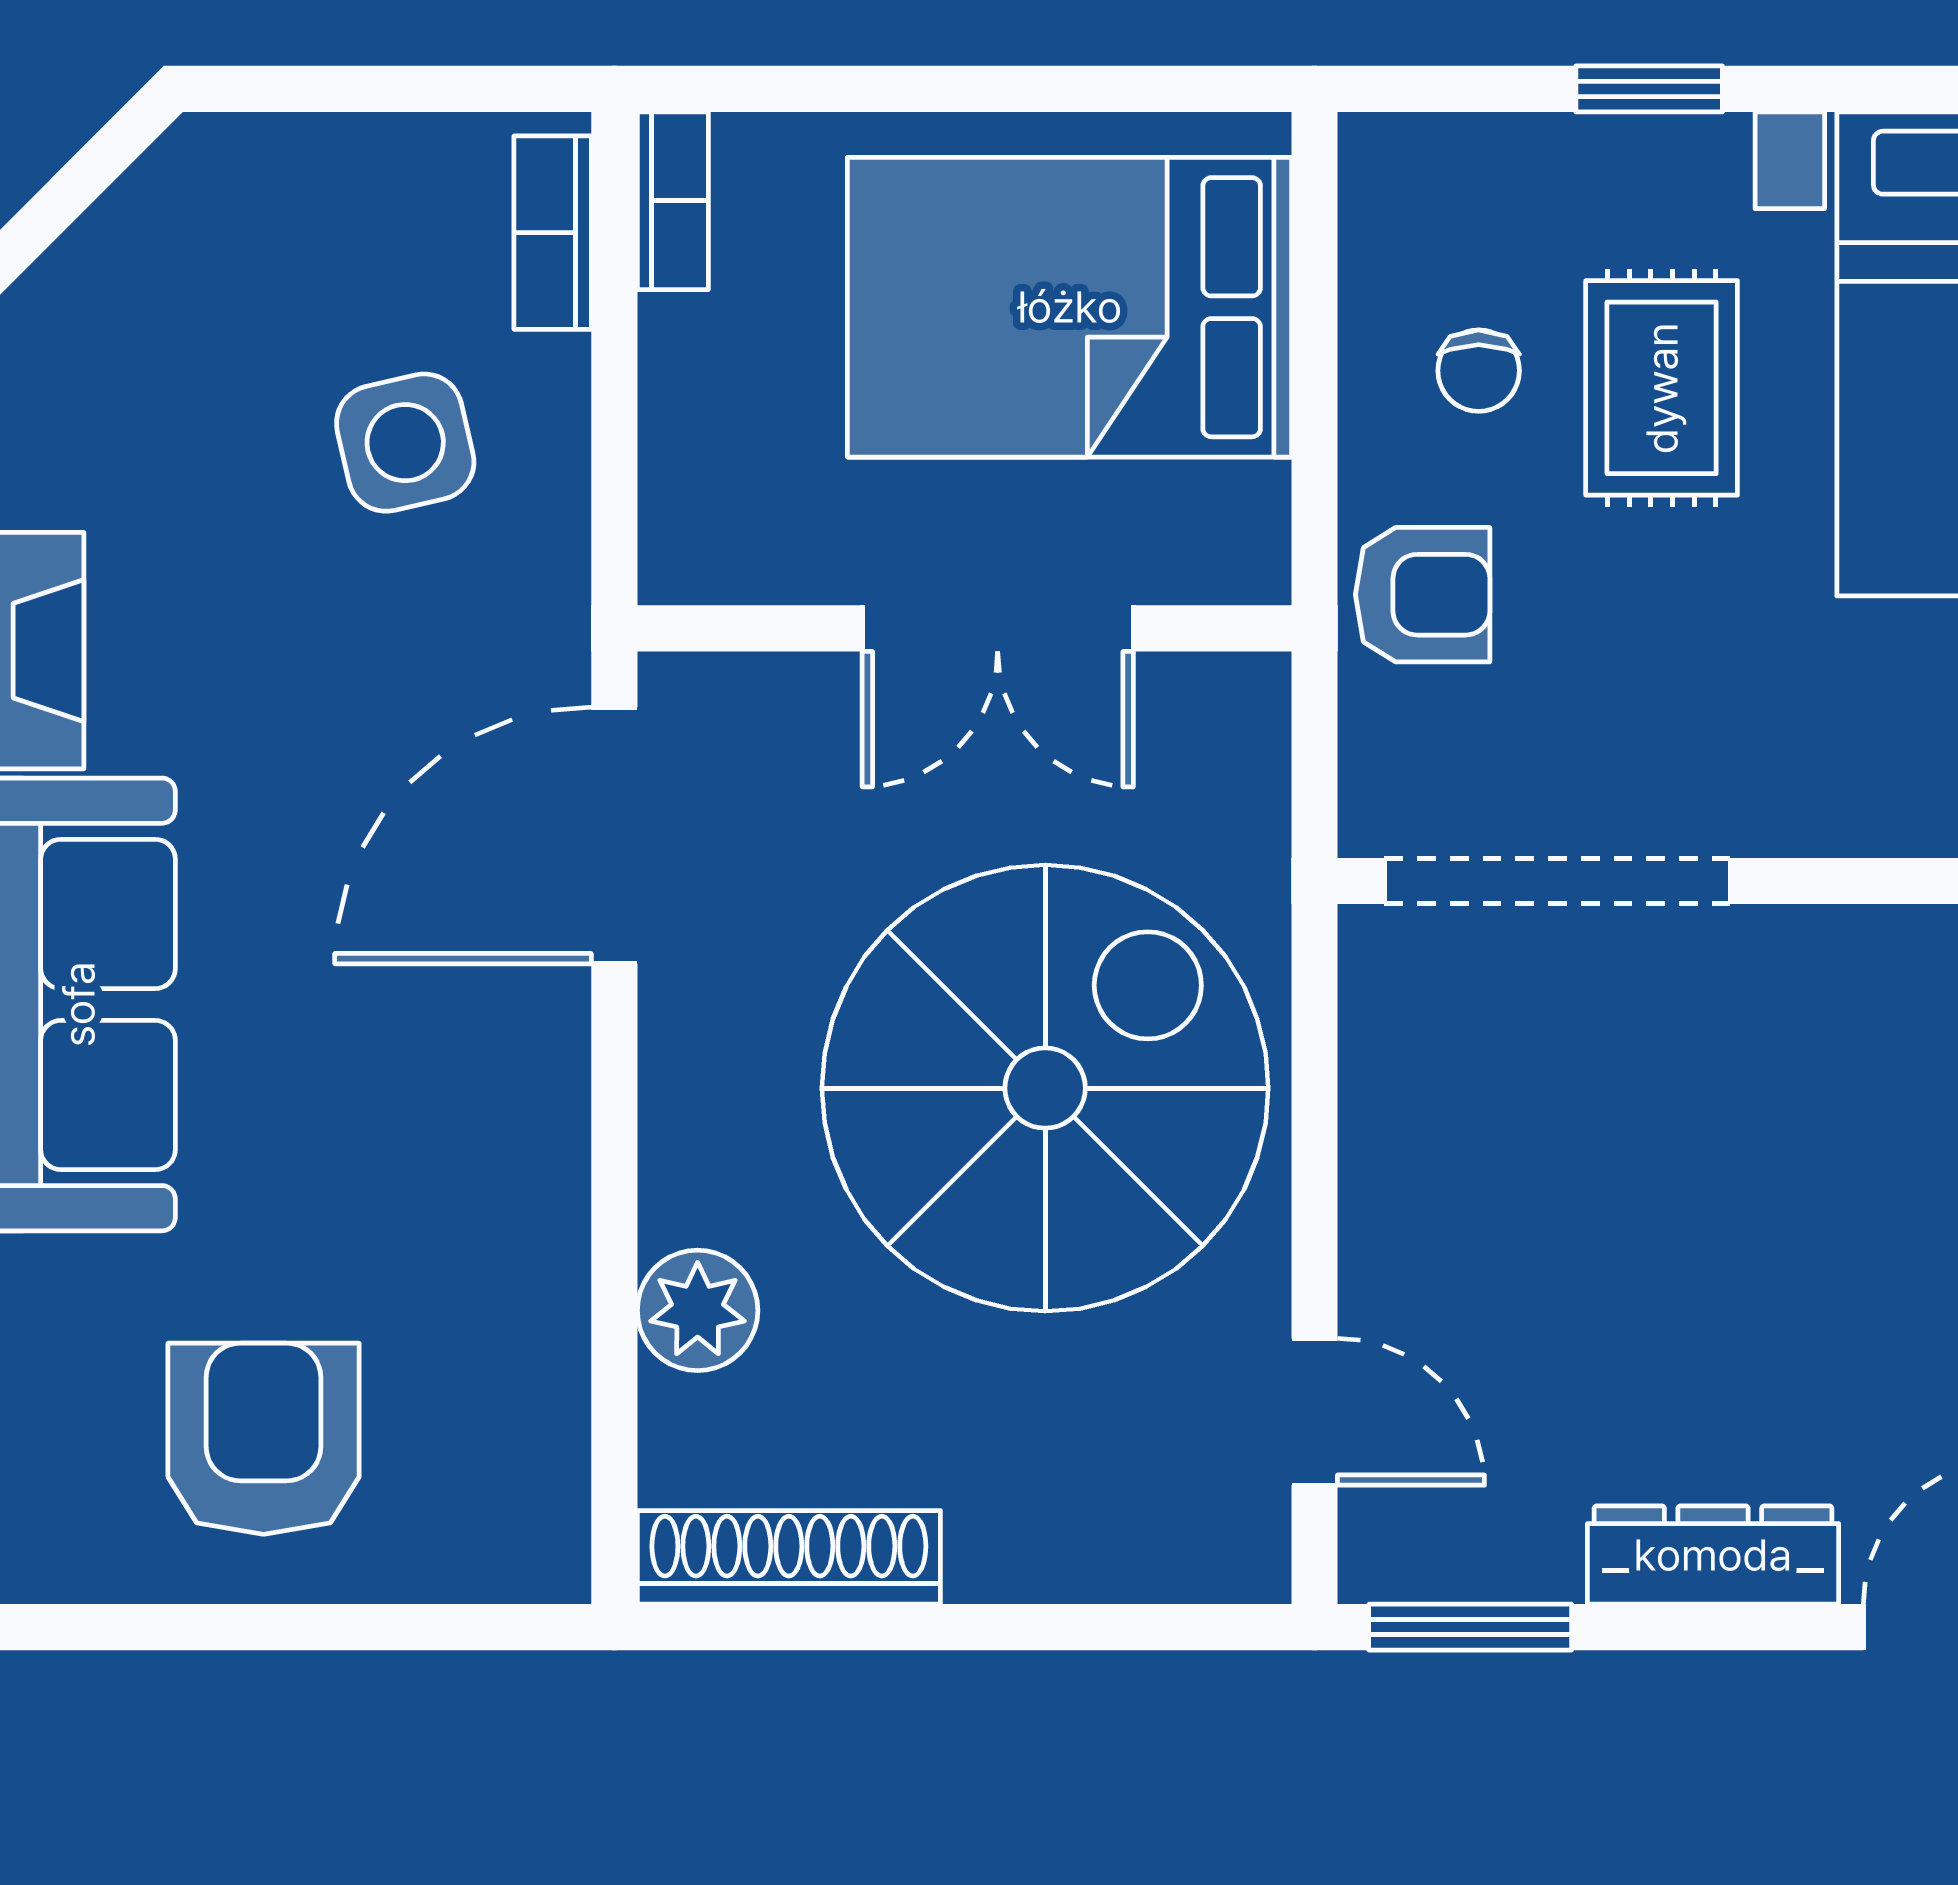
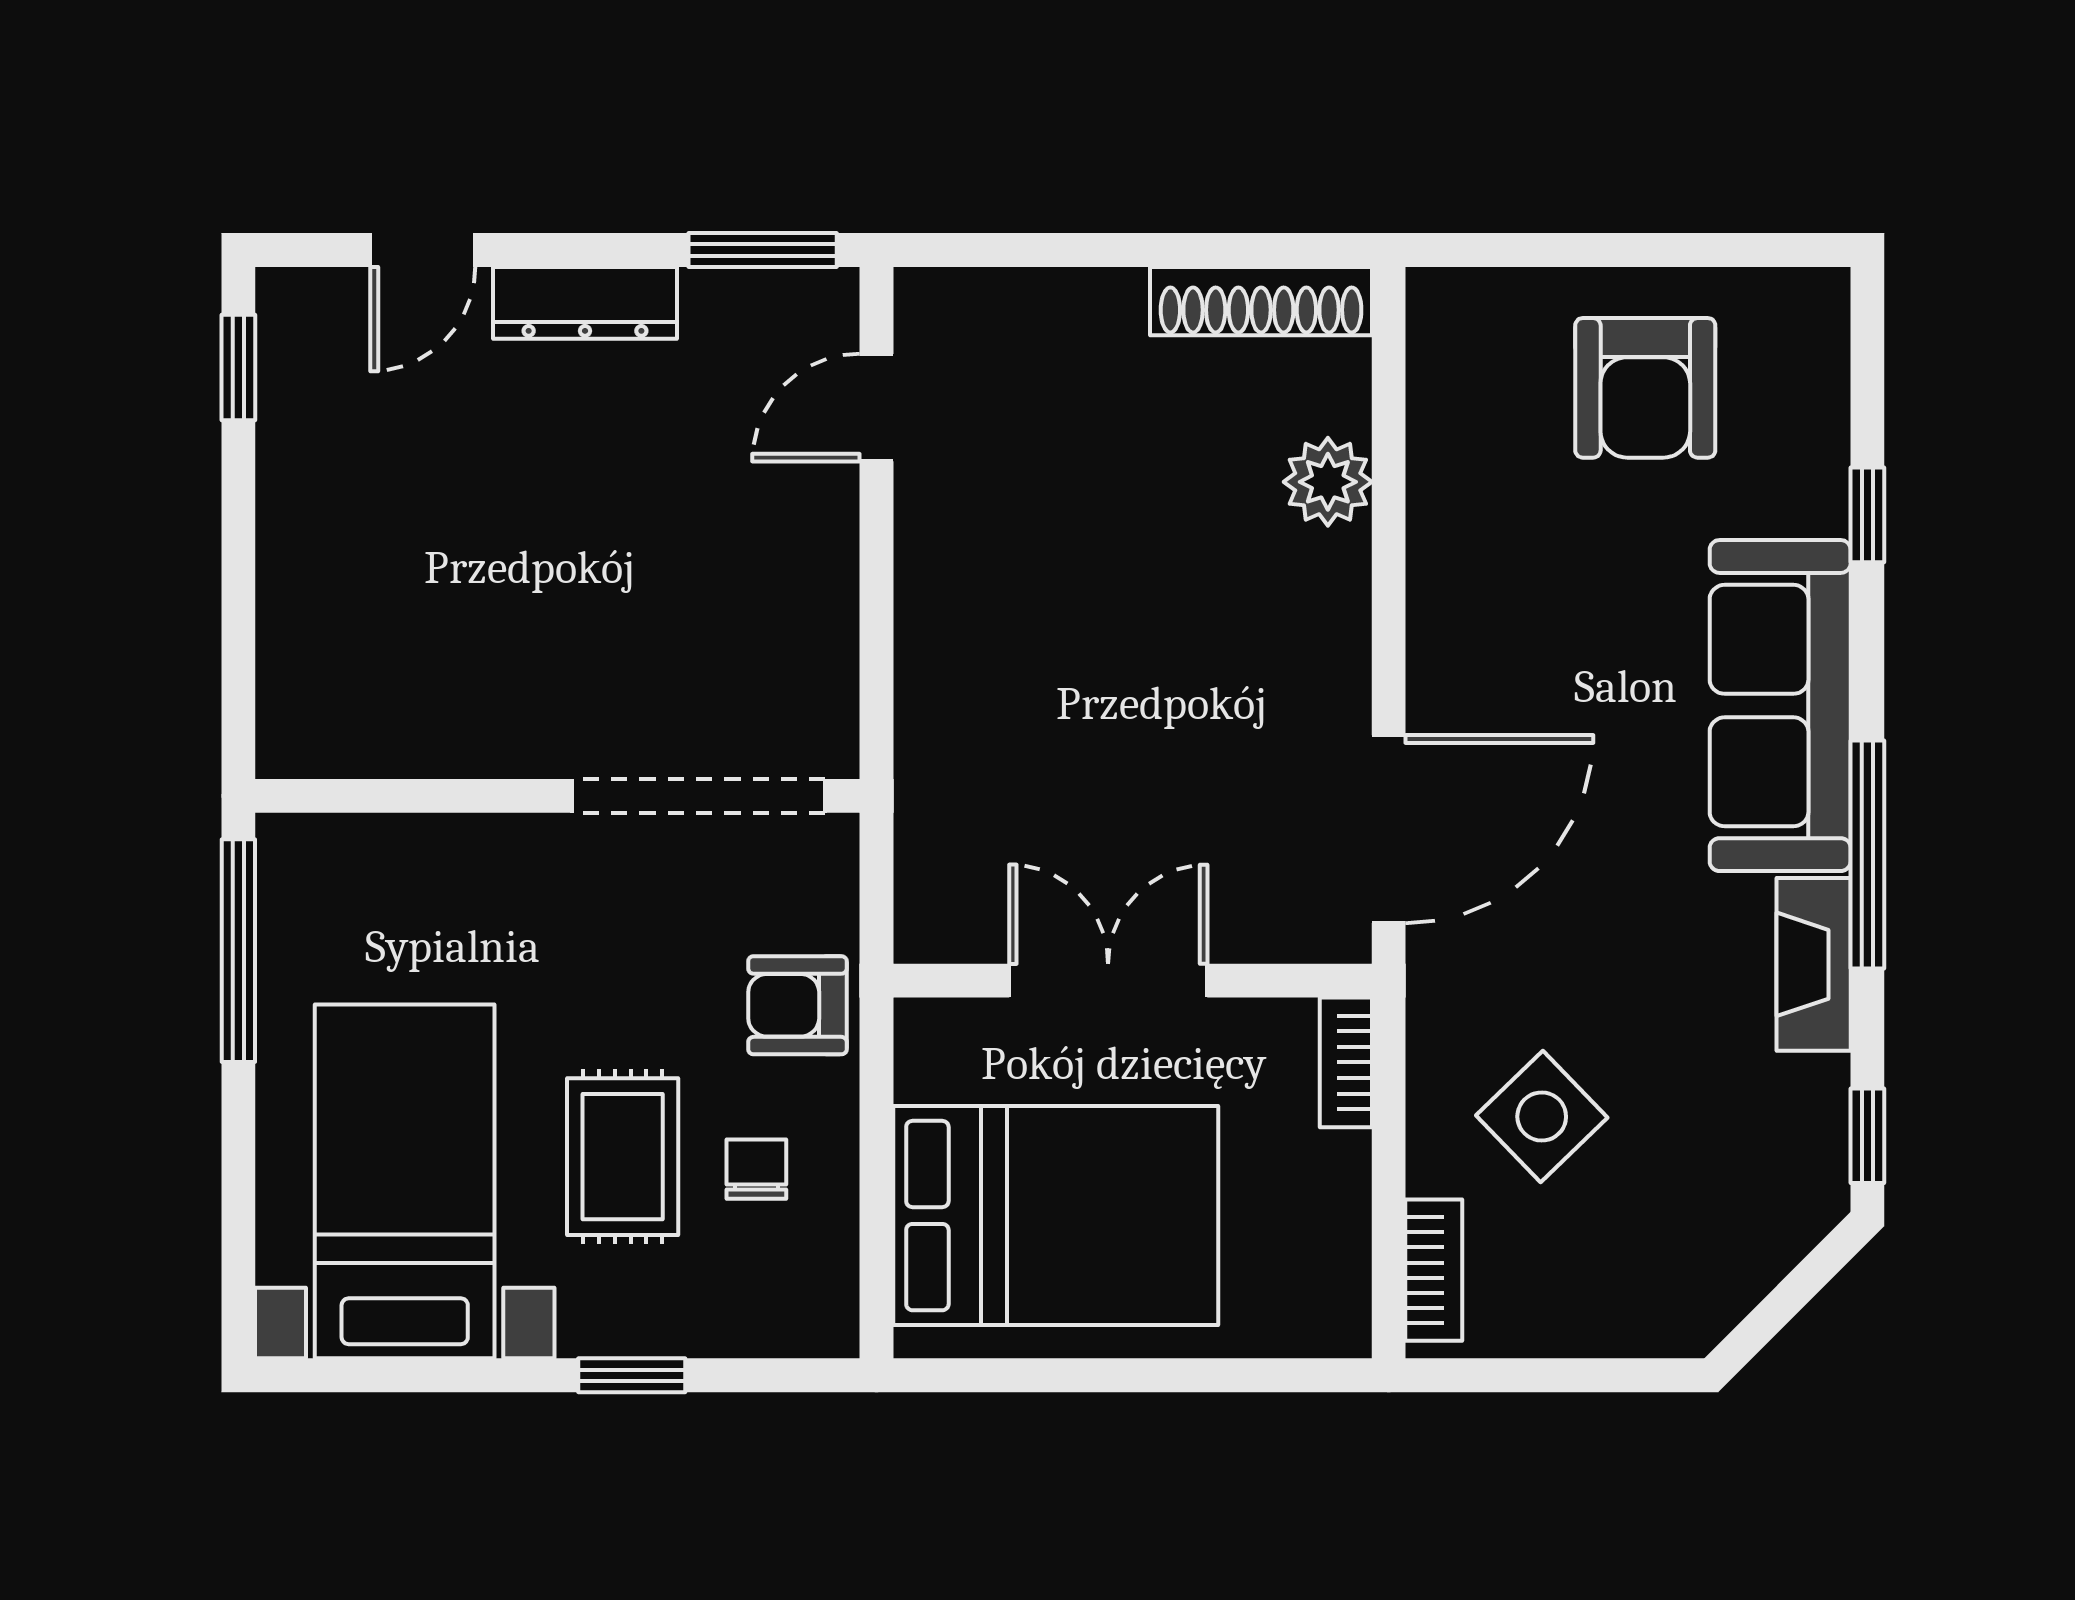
bookcase: (673, 201) -> (1346, 1062), moved
side table: (405, 443) -> (1542, 1117), turned -31
spiral stairs: (1045, 1088) -> (1074, 644), removed
door: (1315, 1412) -> (876, 408), hinge flipped

